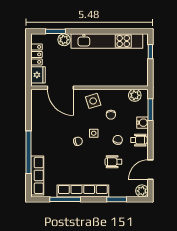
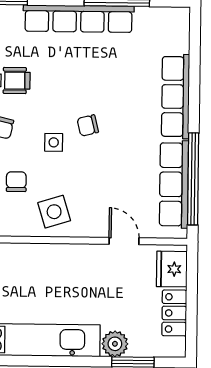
door: (60, 88) -> (124, 241), width x0.53
row of seats: (37, 114) -> (174, 184), added
window: (29, 152) -> (193, 179), moved
row of seats: (37, 175) -> (176, 97), moved

